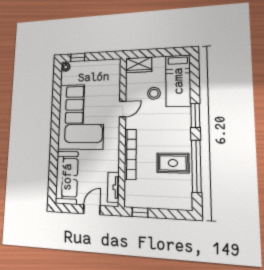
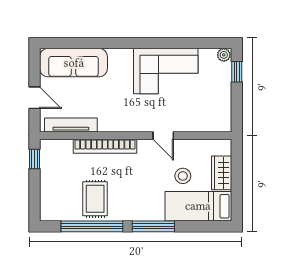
wardrobe: (139, 65) -> (222, 173), moved
window: (195, 115) -> (153, 226), width x1.44
corner sofa: (81, 116) -> (166, 71), width x0.73, depth x0.74
tv unit: (113, 187) -> (71, 125), width x1.41

